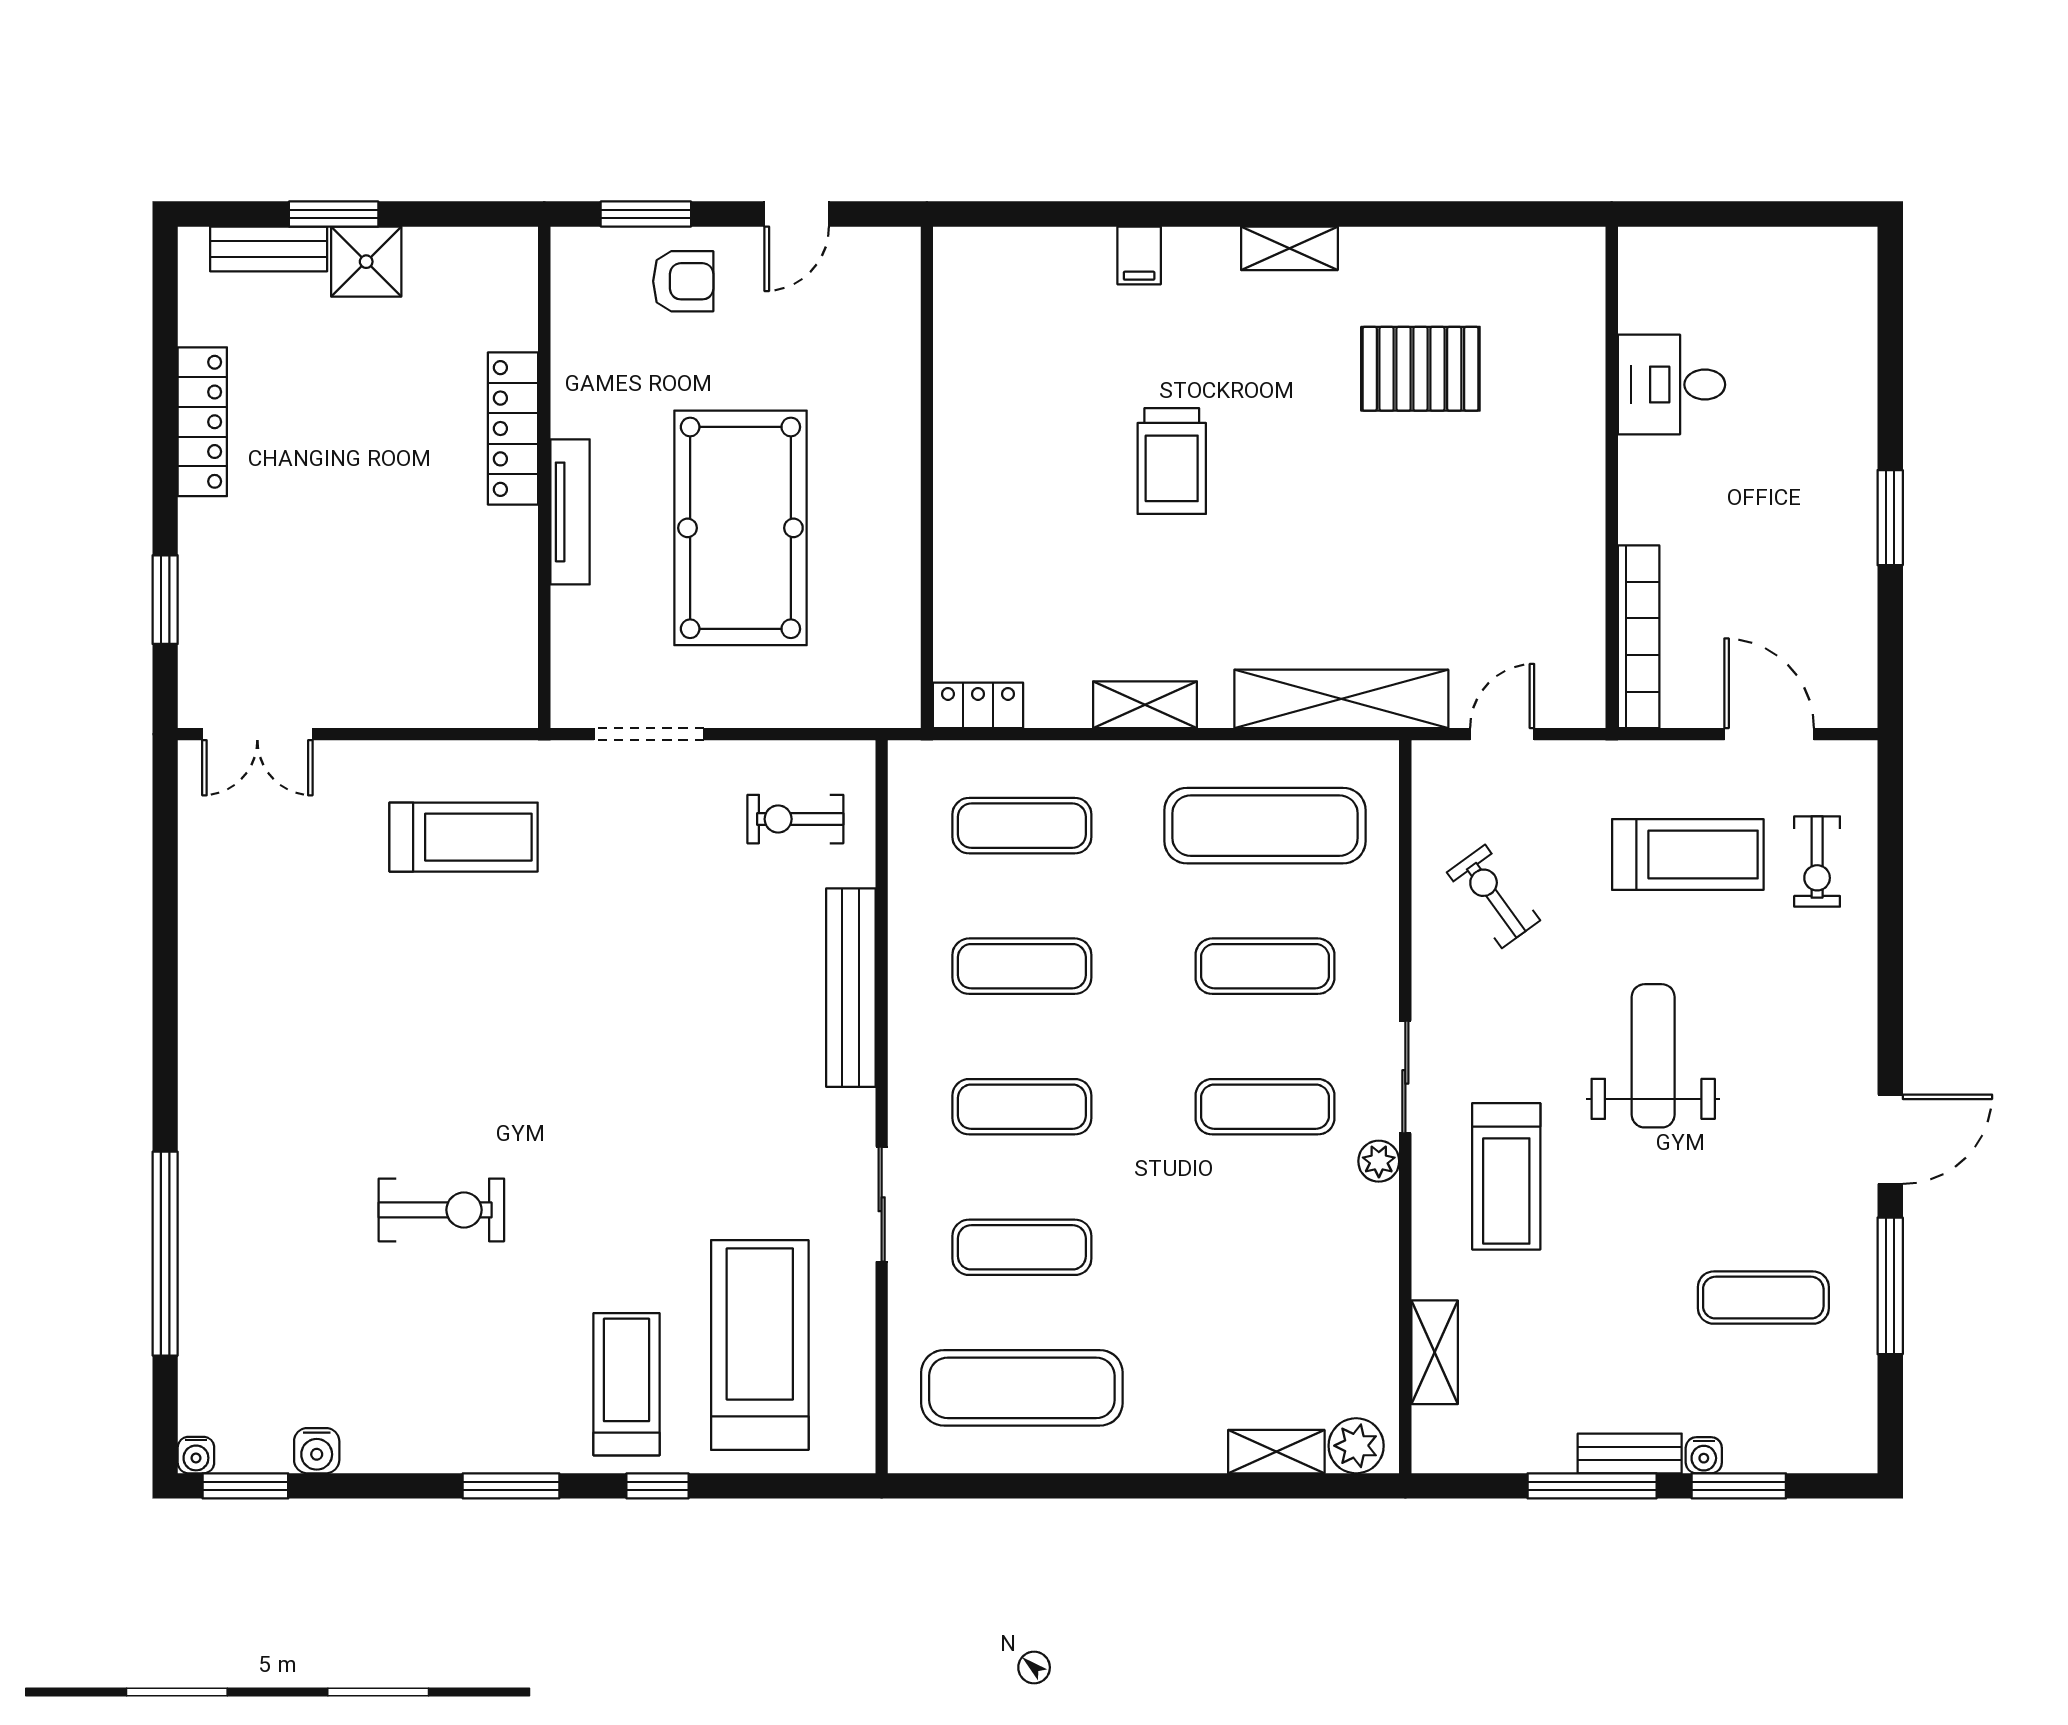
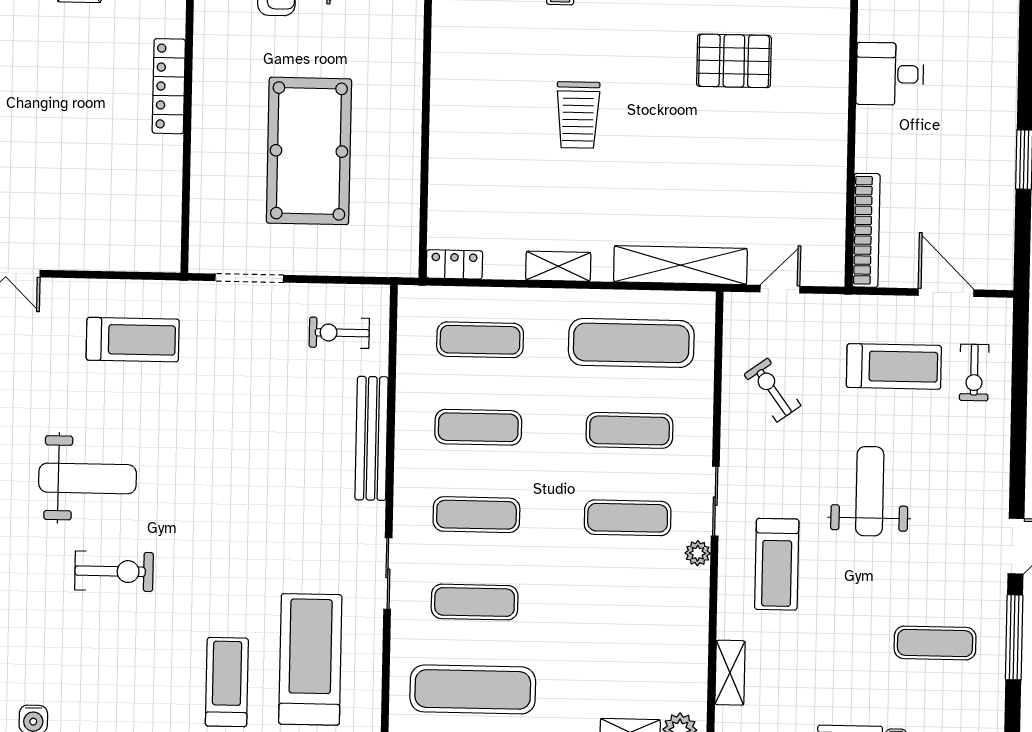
tv unit: (570, 512) -> (203, 139), removed
weight bench: (396, 1062) -> (88, 478), added

